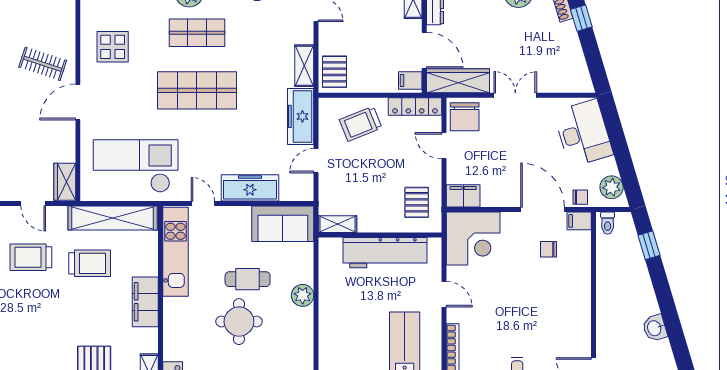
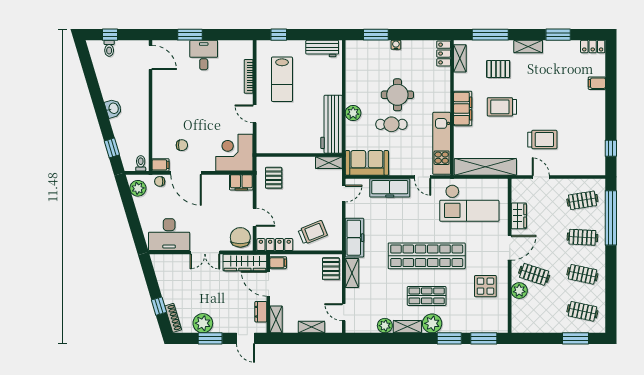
plant: (64, 40) -> (519, 291), added
shop shelf: (197, 90) -> (427, 256), width x1.40
desk: (583, 133) -> (169, 235), moved, turned -73
door: (316, 161) -> (344, 193), moved
wardrobe: (65, 182) -> (519, 216), moved
workbench: (385, 253) -> (331, 124), moved, turned -90
trolley: (90, 263) -> (502, 107), moved
washbasin: (655, 328) -> (113, 108), moved

